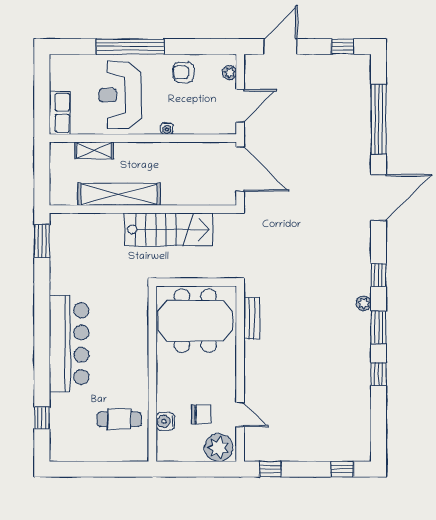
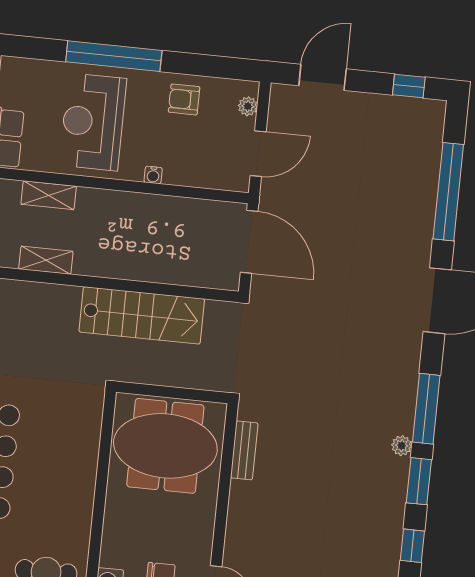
shelving: (119, 194) -> (46, 260), width x0.45, depth x0.75
window: (378, 275) -> (426, 409), width x2.17

